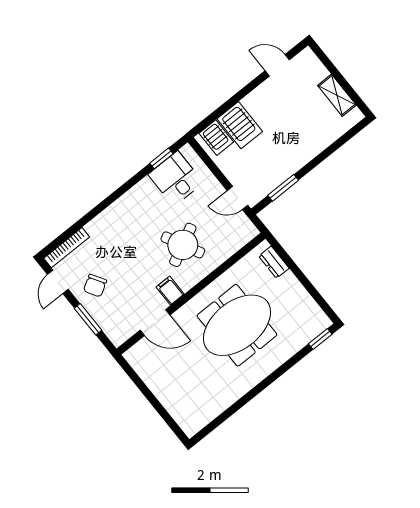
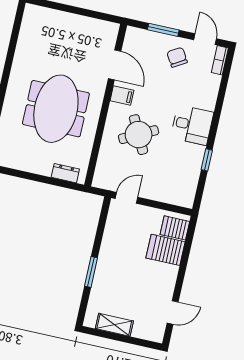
window: (161, 158) -> (207, 160), moved
desk: (176, 179) -> (192, 125), moved
window: (283, 188) -> (91, 272), moved
bookcase: (67, 248) -> (220, 60), width x0.64
door: (155, 323) -> (115, 65), swing flipped

